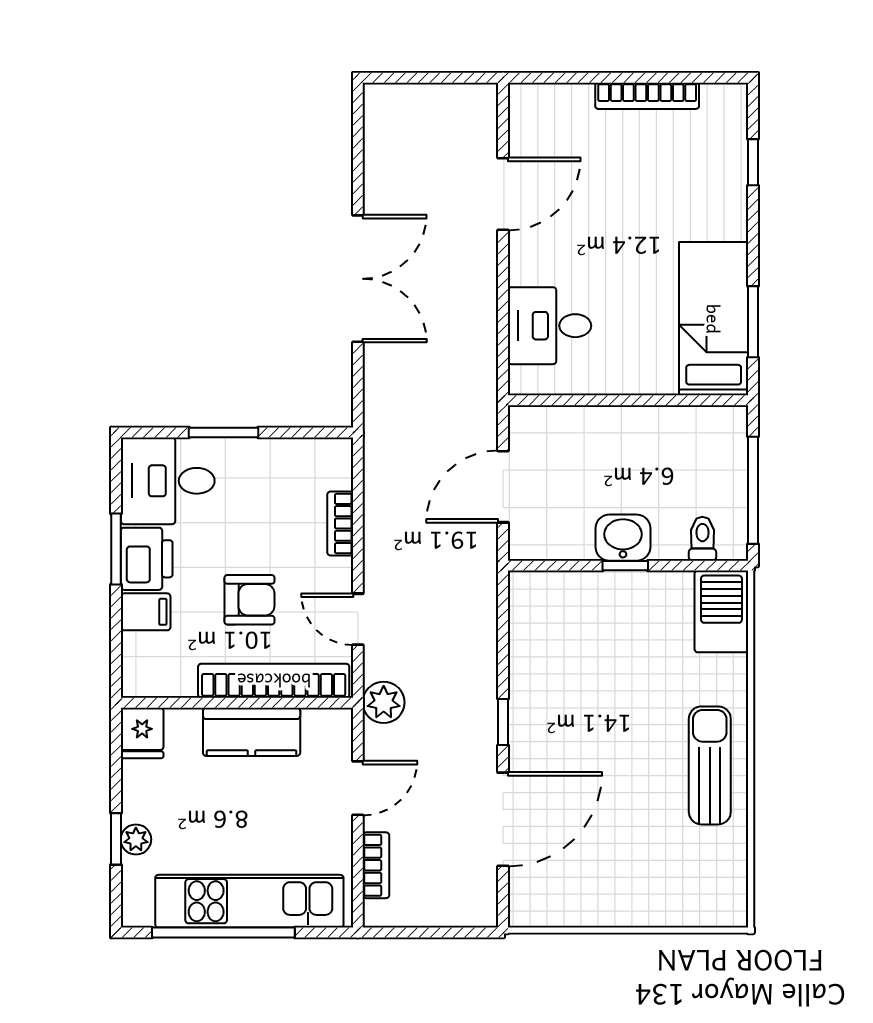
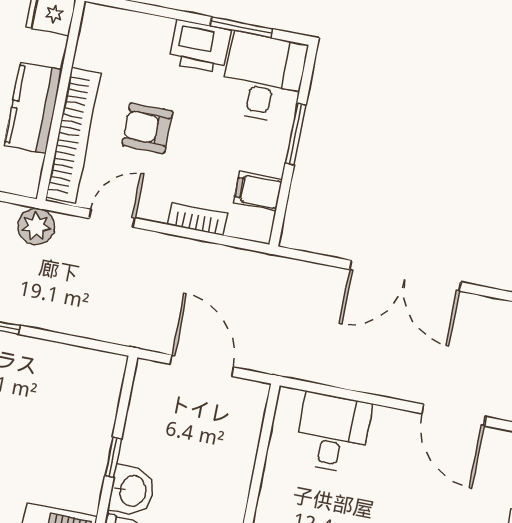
washbasin: (623, 538) -> (132, 491), moved
window: (116, 549) -> (241, 27), moved
armchair: (249, 600) -> (147, 128), turned 90
filing cabinet: (146, 612) -> (258, 191), moved, turned 90

